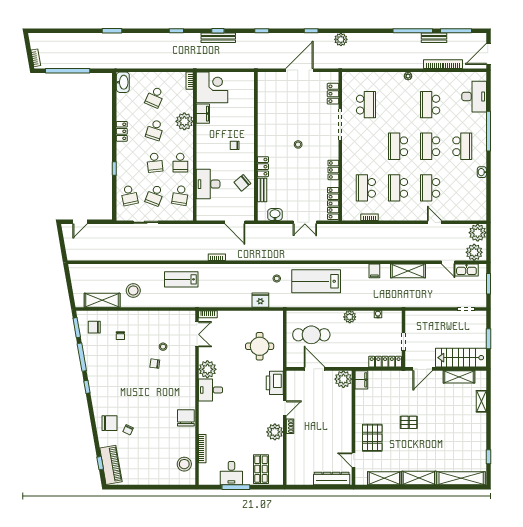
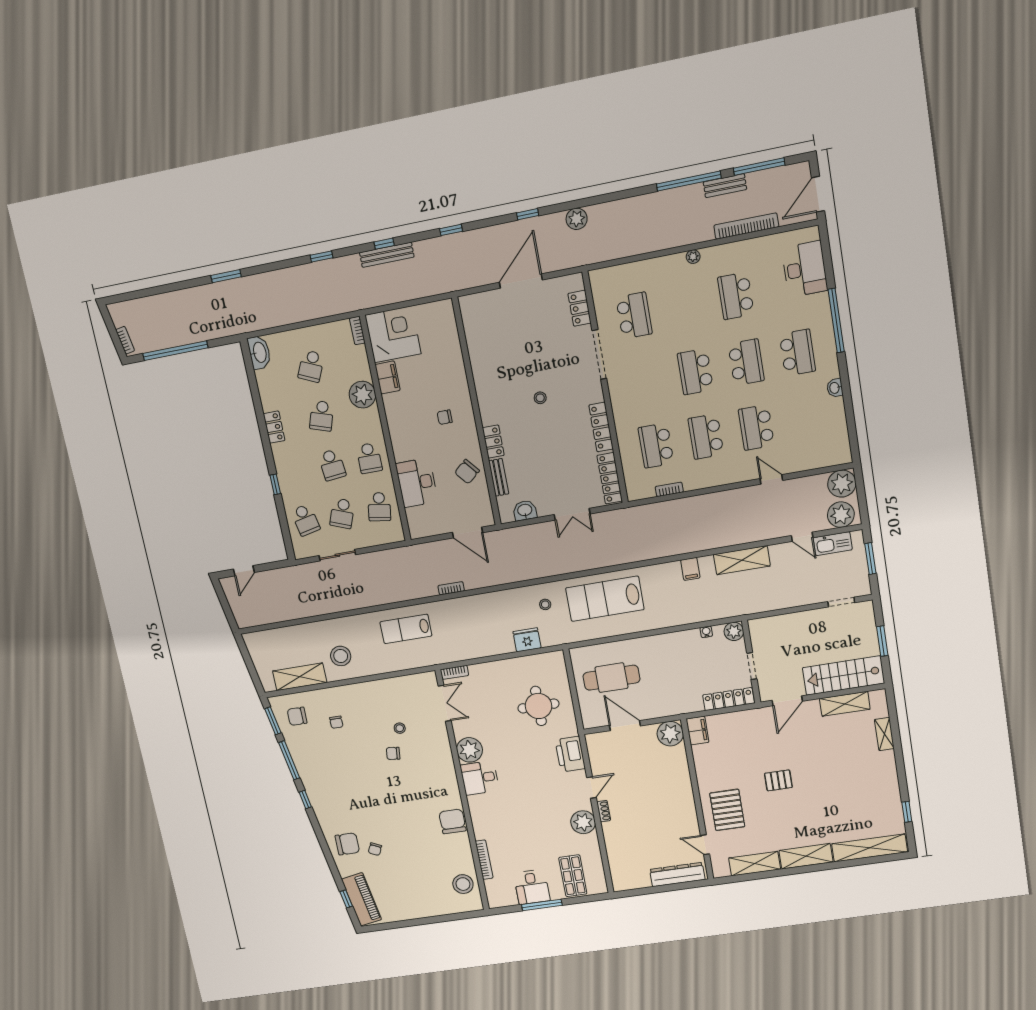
school desk: (430, 146) -> (746, 362), turned 180
locker: (333, 170) -> (601, 427), width x1.53
plant: (350, 317) -> (734, 631), moved

